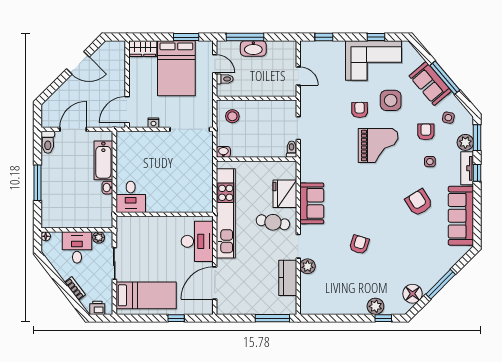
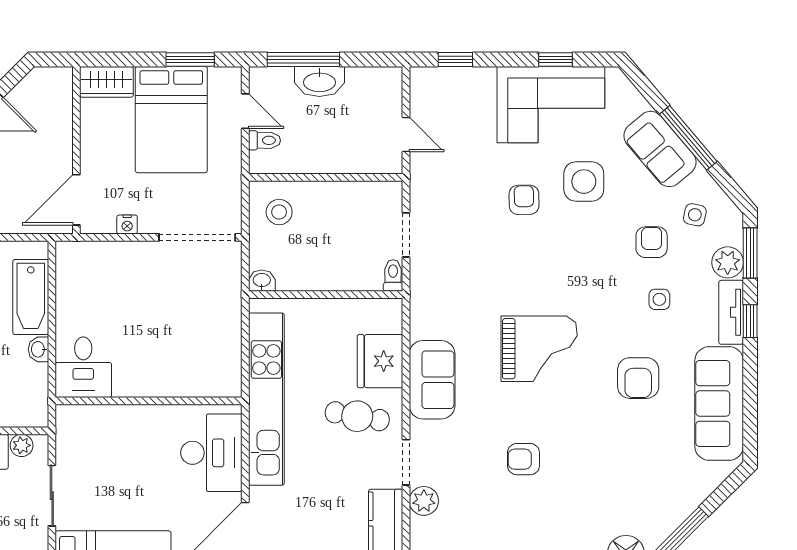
grand piano: (378, 146) -> (539, 349), moved
armchair: (419, 202) -> (638, 378), turned -148
armchair: (359, 245) -> (523, 459), turned -107

